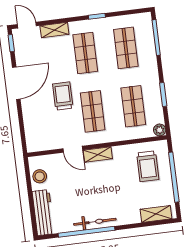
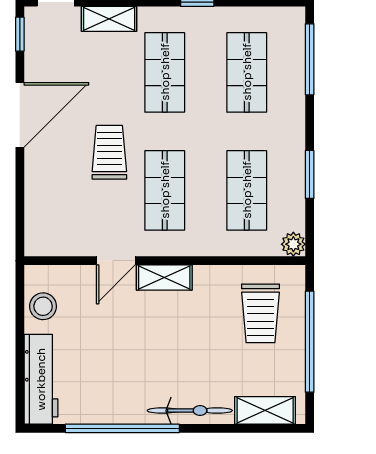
door: (73, 149) -> (116, 261), hinge flipped
bicycle: (95, 222) -> (190, 411), moved

